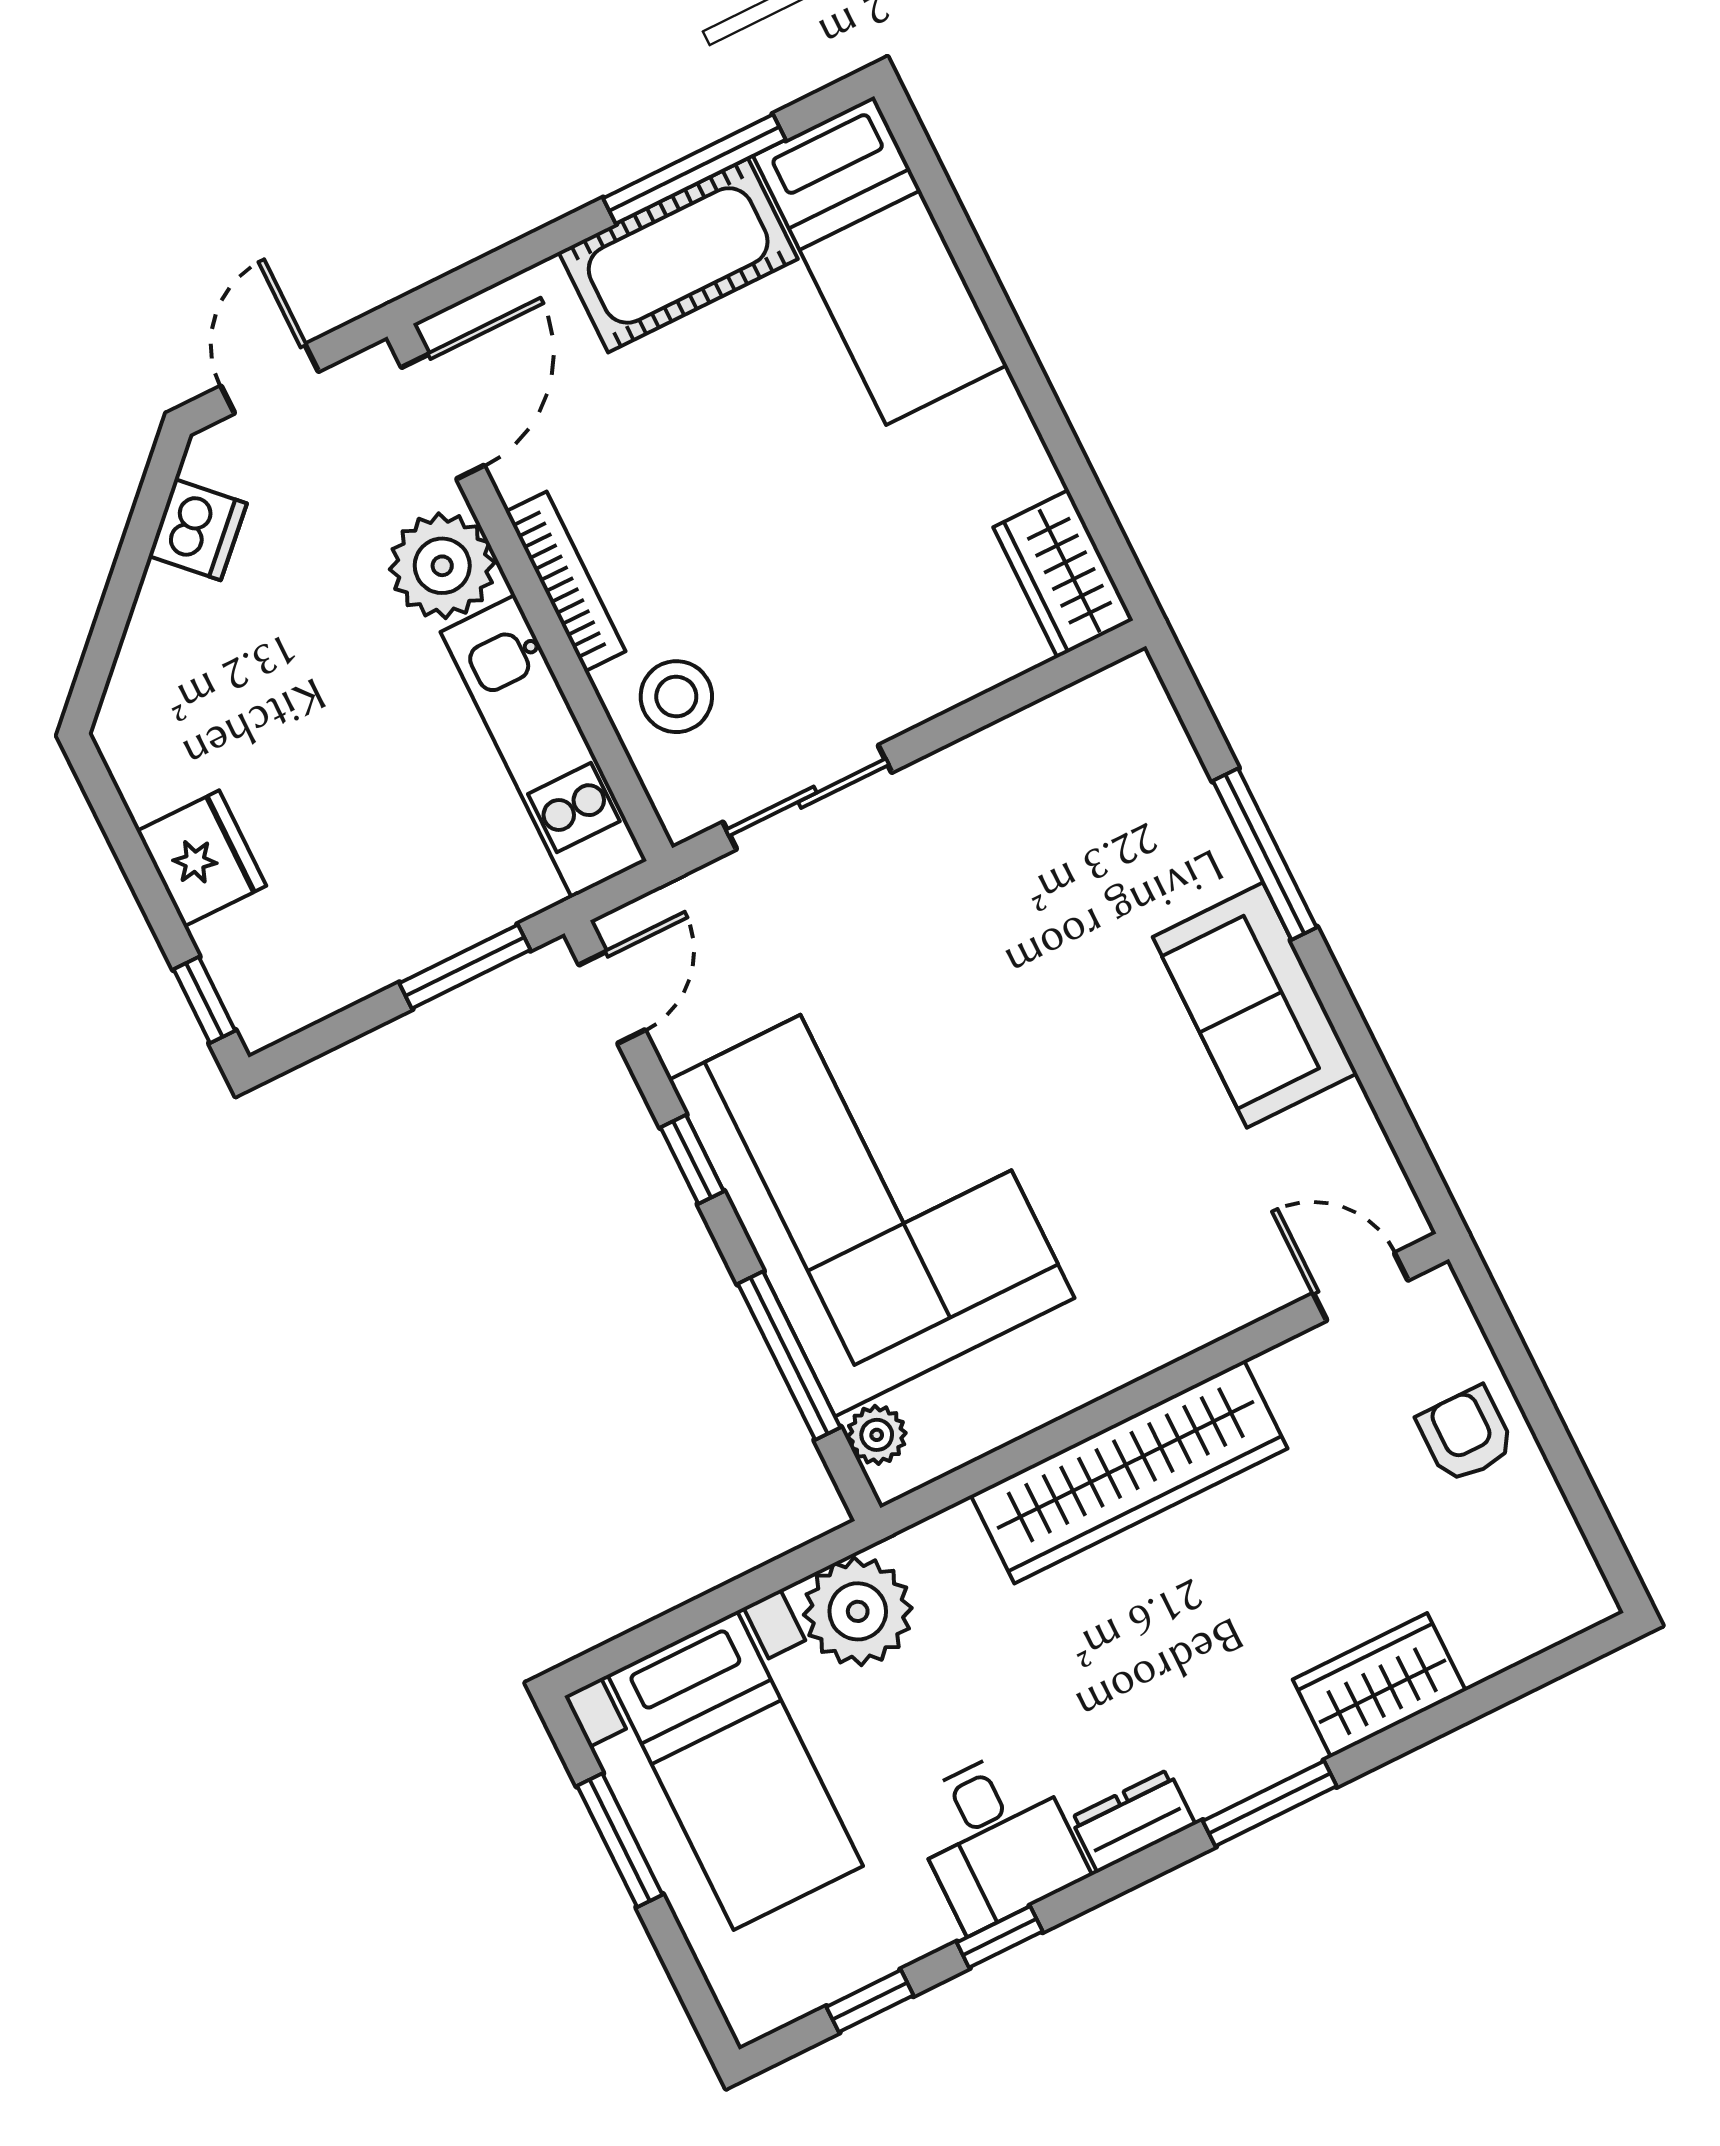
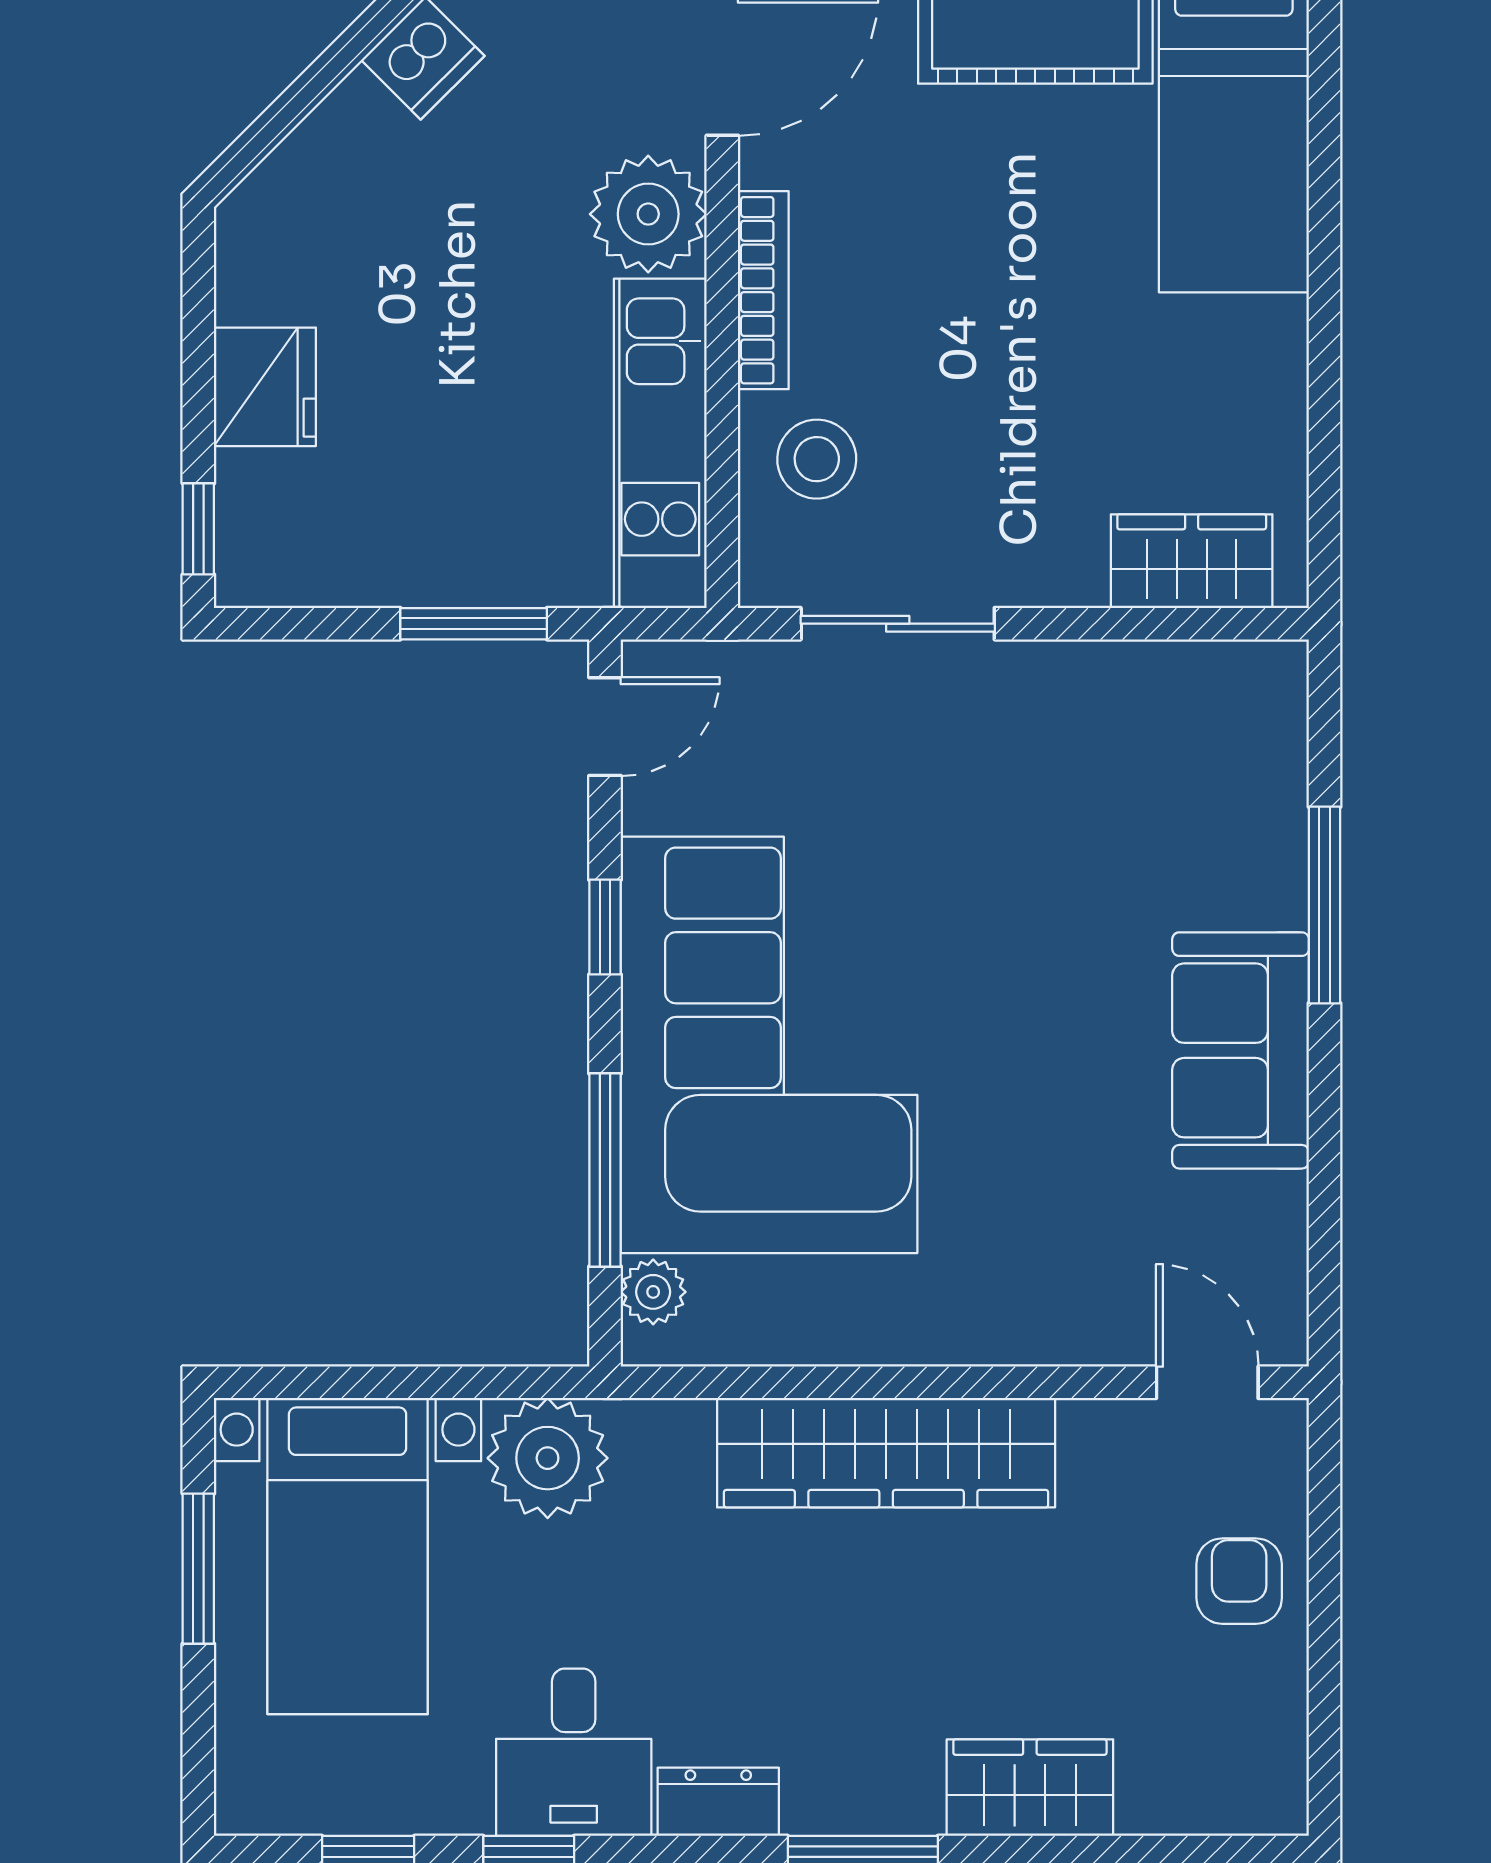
wardrobe: (1063, 574) -> (1192, 561), moved, turned 90

